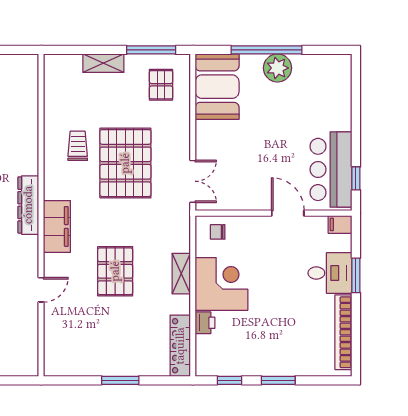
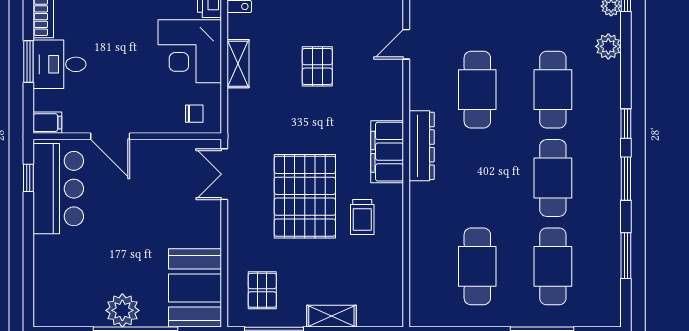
filing cabinet: (57, 226) -> (387, 152), moved
pallet: (115, 271) -> (317, 66), width x0.67, depth x0.71

